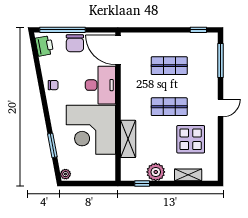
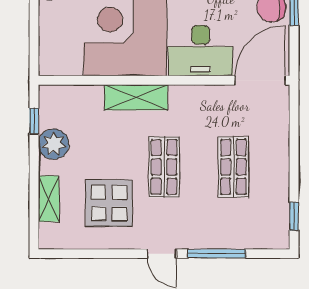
window: (220, 60) -> (217, 254), moved
shelving: (128, 139) -> (136, 97), moved

